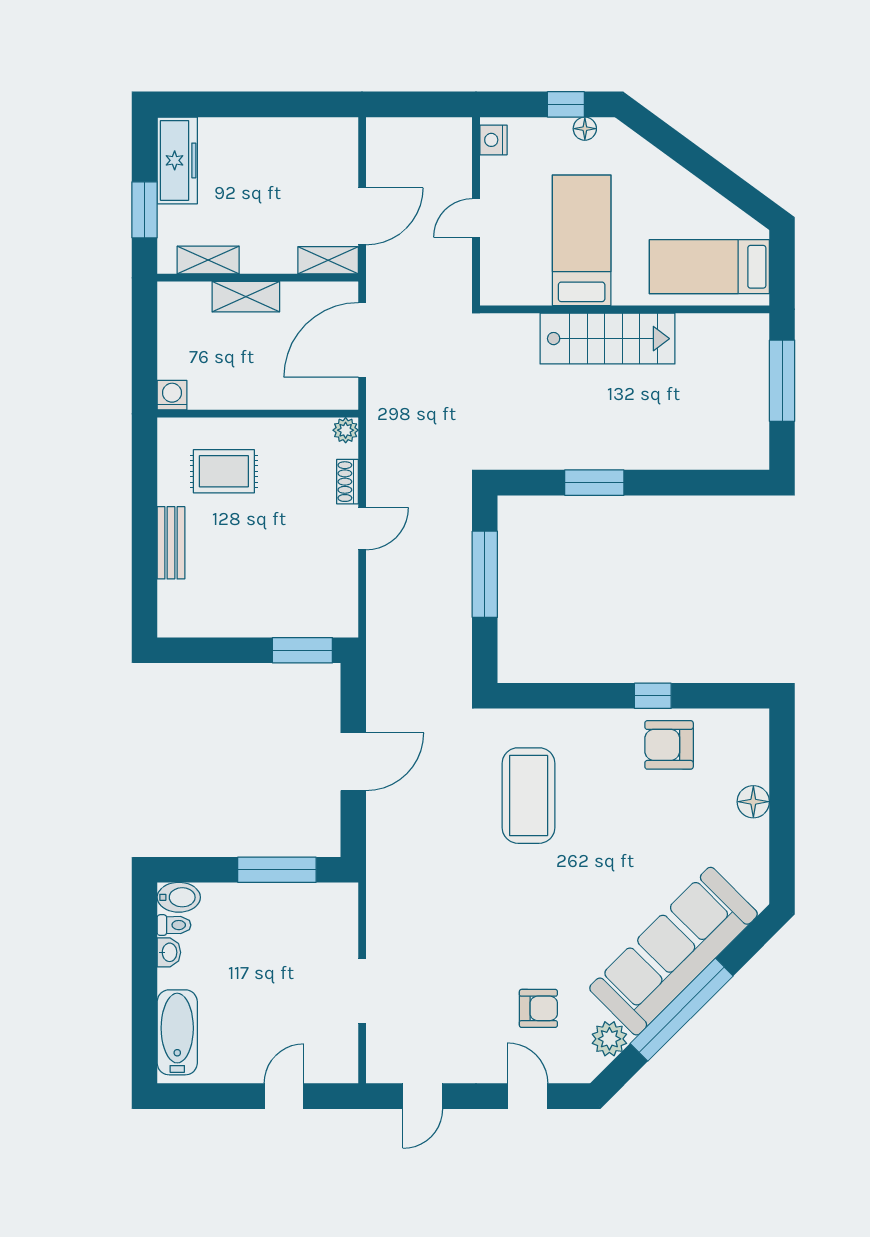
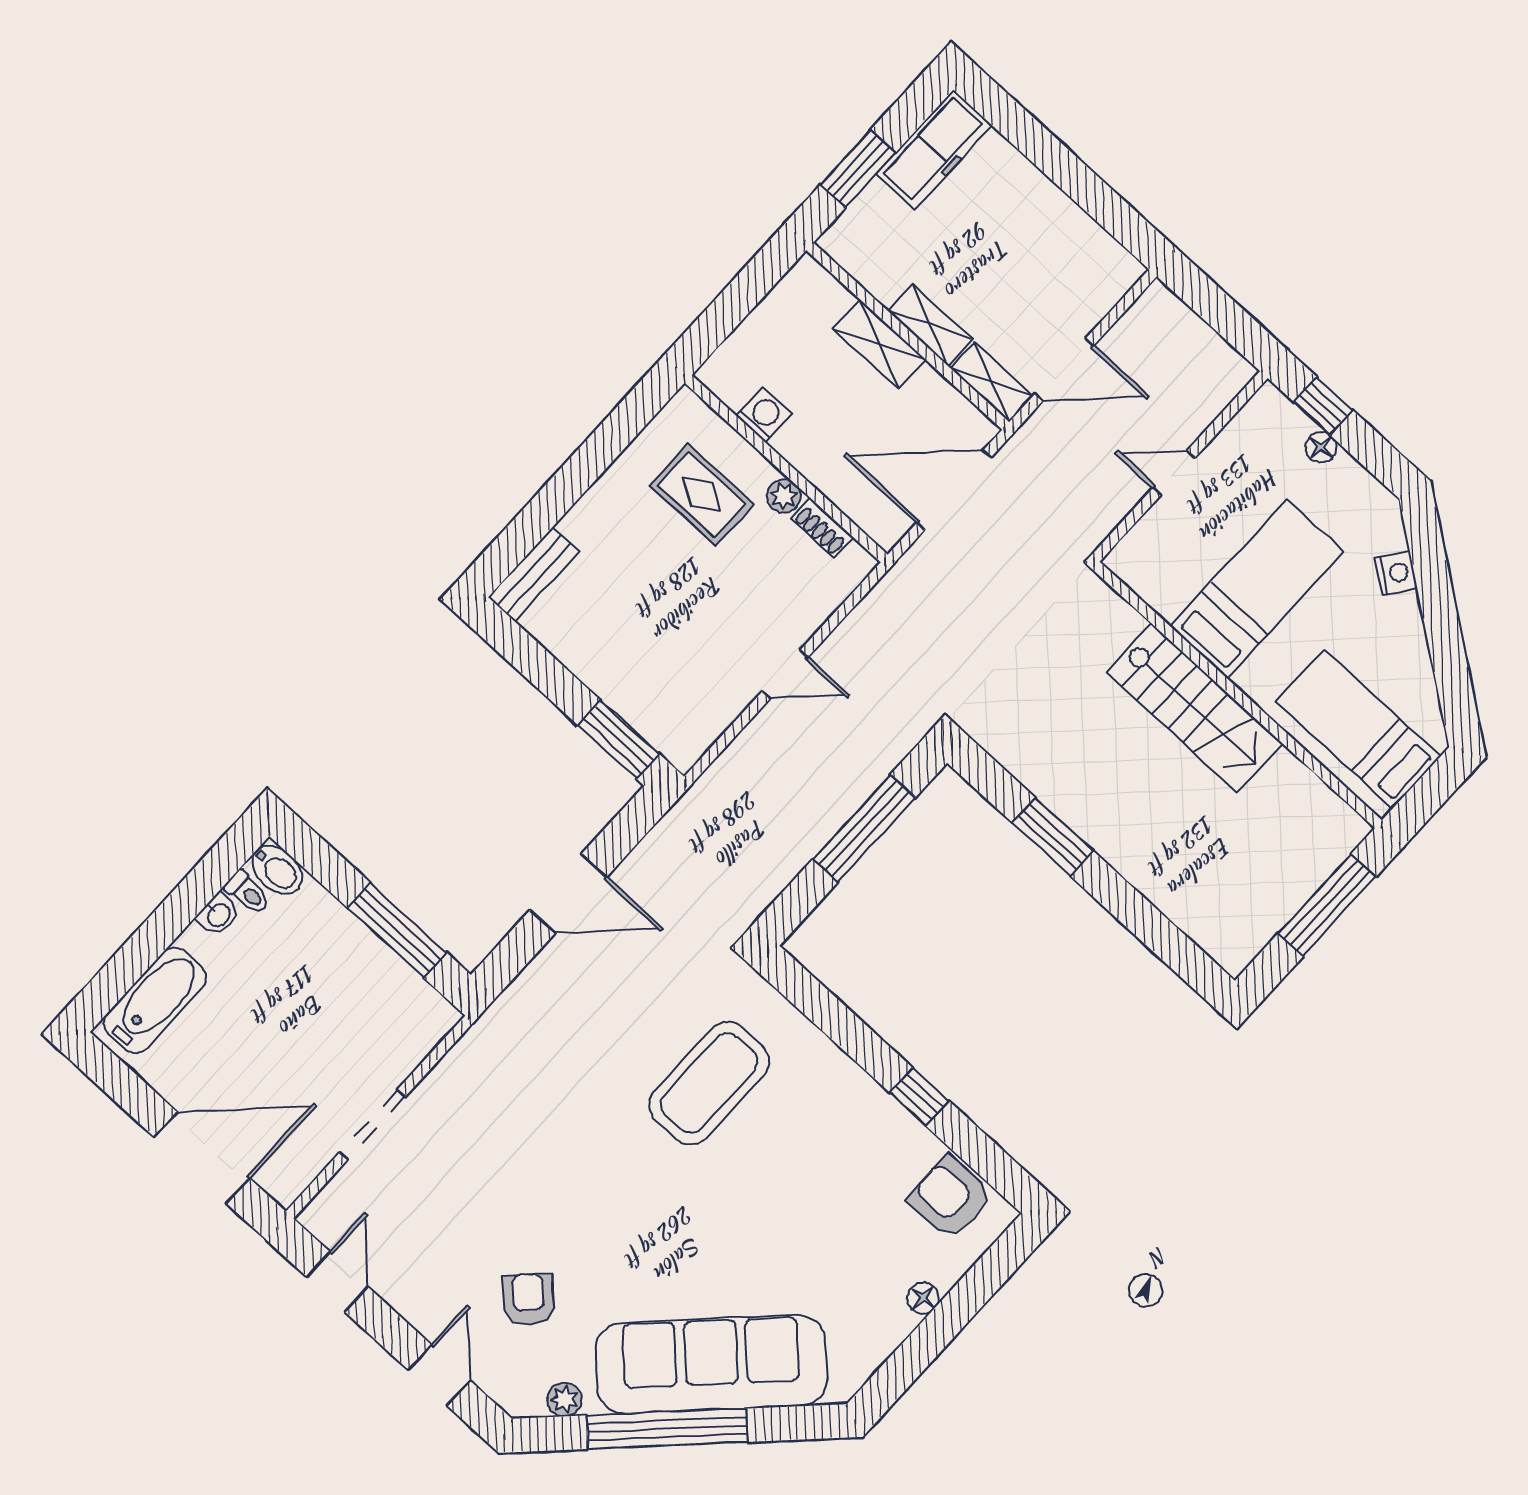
window: (566, 104) -> (1323, 406), moved
floor lamp: (585, 129) -> (1321, 447), moved
nightstand: (493, 140) -> (1396, 573), moved, turned 126
shelving: (208, 260) -> (930, 325), moved
washing machine: (172, 395) -> (764, 415), moved
plant: (346, 430) -> (784, 496), moved
shoe rack: (347, 482) -> (822, 528), moved, turned -90
bench: (171, 543) -> (534, 574), moved
armchair: (669, 745) -> (950, 1198), moved
floor lamp: (753, 802) -> (923, 1298), width x0.73, depth x0.73
armchair: (538, 1008) -> (528, 1299), turned -136
plant: (609, 1039) -> (564, 1399), width x0.73, depth x0.73
door: (284, 1096) -> (202, 1158), width x1.87
door: (423, 1096) -> (337, 1282), swing flipped

